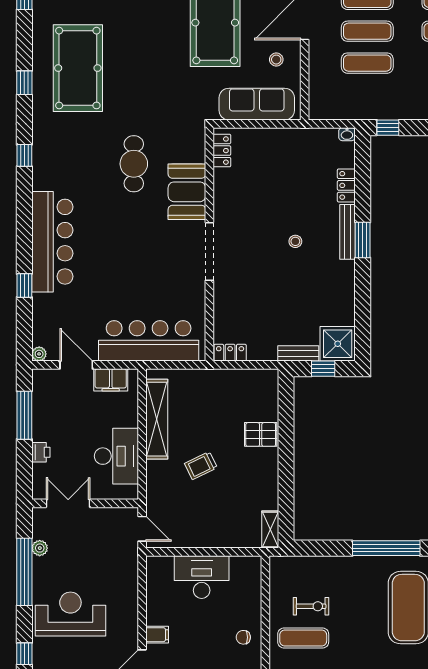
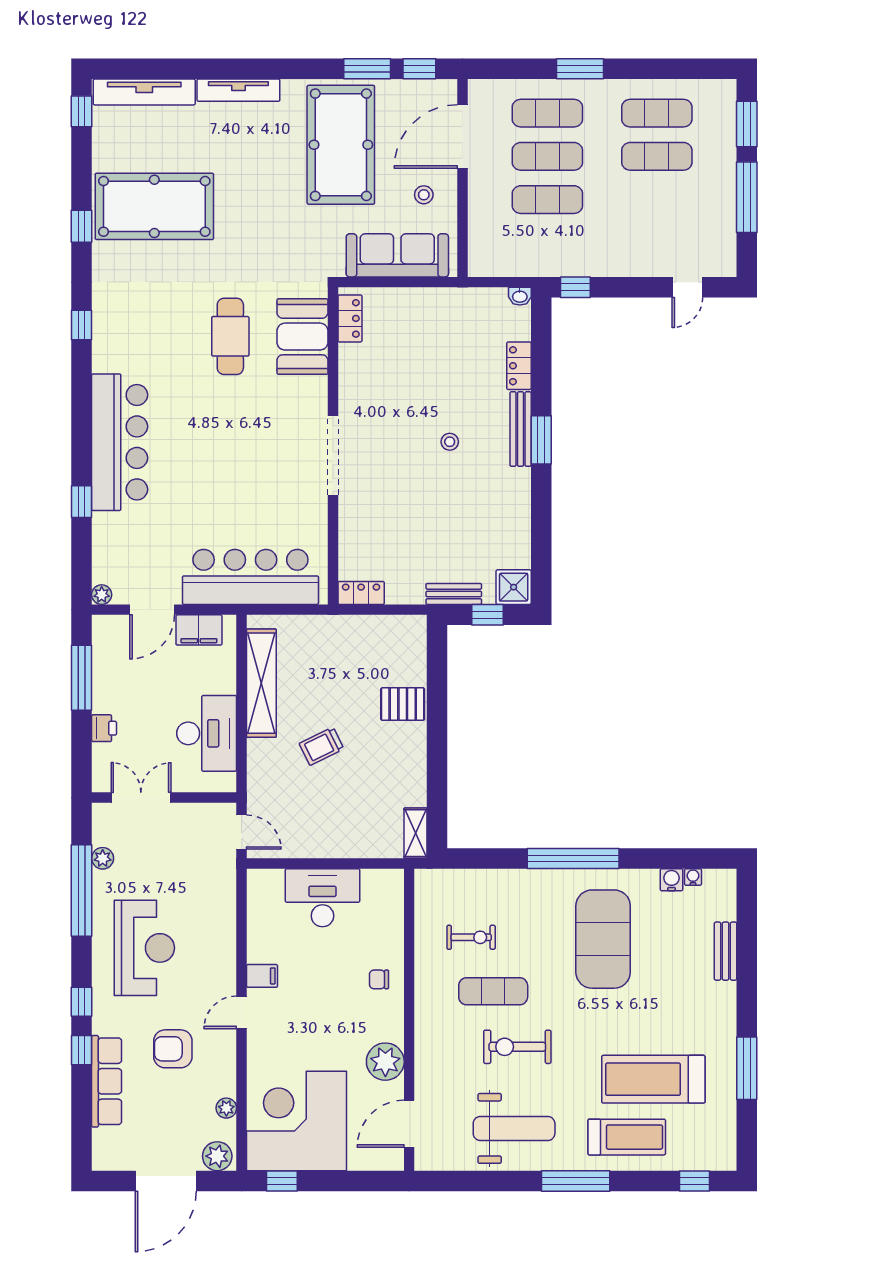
pool table: (78, 68) -> (154, 206), turned 90
booth: (187, 192) -> (302, 337), moved
shower: (338, 344) -> (514, 587), width x0.73, depth x0.73
door: (76, 365) -> (152, 610), swing flipped
reception desk: (70, 614) -> (144, 948), turned 90
exercise mat: (303, 638) -> (493, 991), moved

